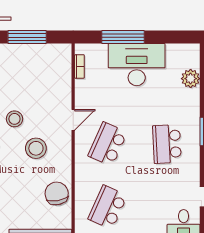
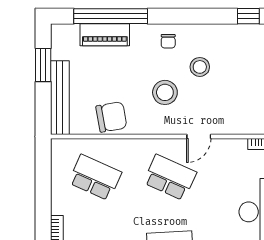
door: (73, 120) -> (199, 137), hinge flipped

